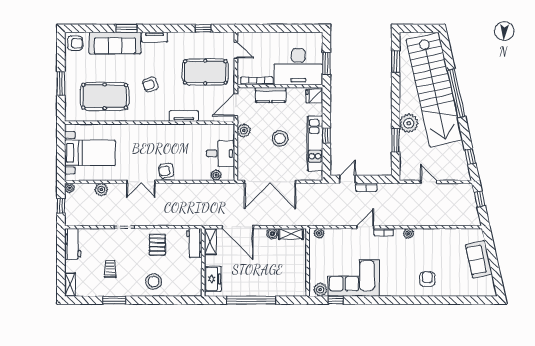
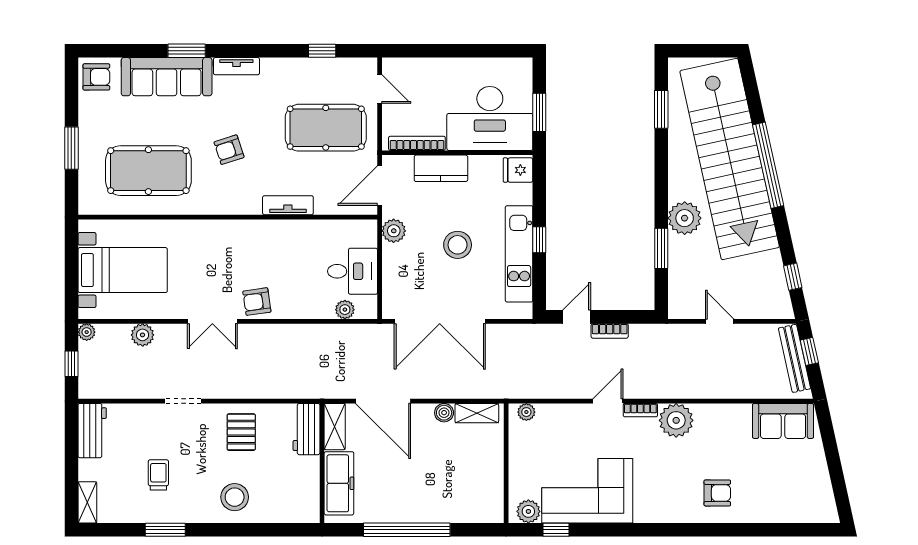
bench: (471, 203) -> (794, 358), added
plant: (409, 234) -> (676, 420), width x1.88, depth x1.88
sofa: (479, 259) -> (783, 421), moved, turned -78
freezer: (213, 279) -> (339, 483), width x1.40
armchair: (427, 279) -> (717, 493), turned 90

